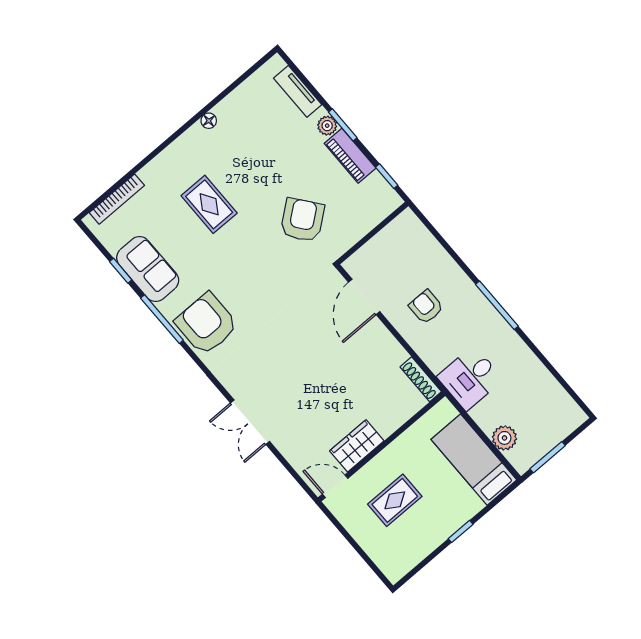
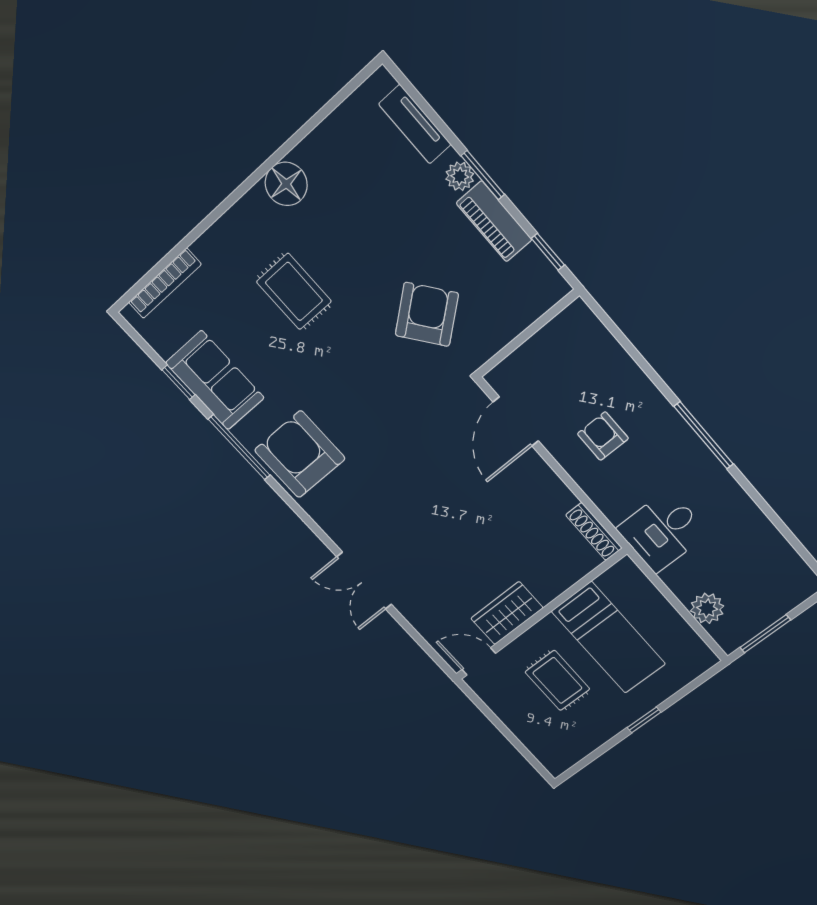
floor lamp: (209, 121) -> (286, 184), width x1.89, depth x1.89
bed: (474, 460) -> (608, 638), moved, turned 180
rug: (395, 500) -> (557, 680), turned 90

